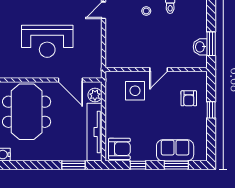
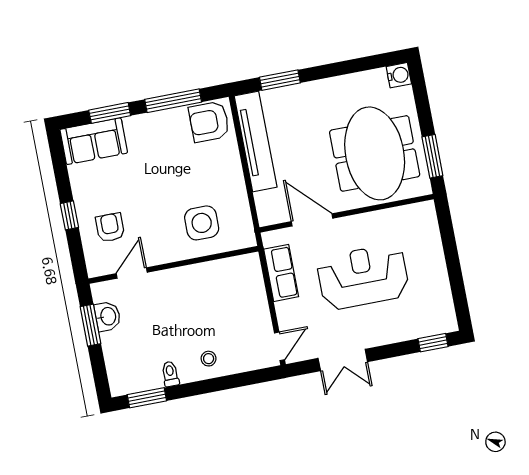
row of seats: (94, 53) -> (281, 273), added
door: (159, 69) -> (132, 273), moved
plant: (95, 95) -> (267, 203), removed
sofa: (175, 150) -> (94, 141), moved
window: (138, 165) -> (173, 101), width x2.17

